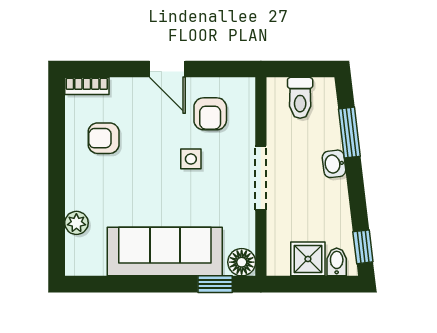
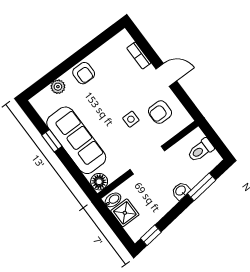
door: (167, 69) -> (166, 75), swing flipped
bookcase: (87, 86) -> (139, 56), moved
armchair: (104, 138) -> (84, 73), moved, turned 180
bidet: (337, 262) -> (113, 200), moved
window: (215, 284) -> (52, 141), moved

